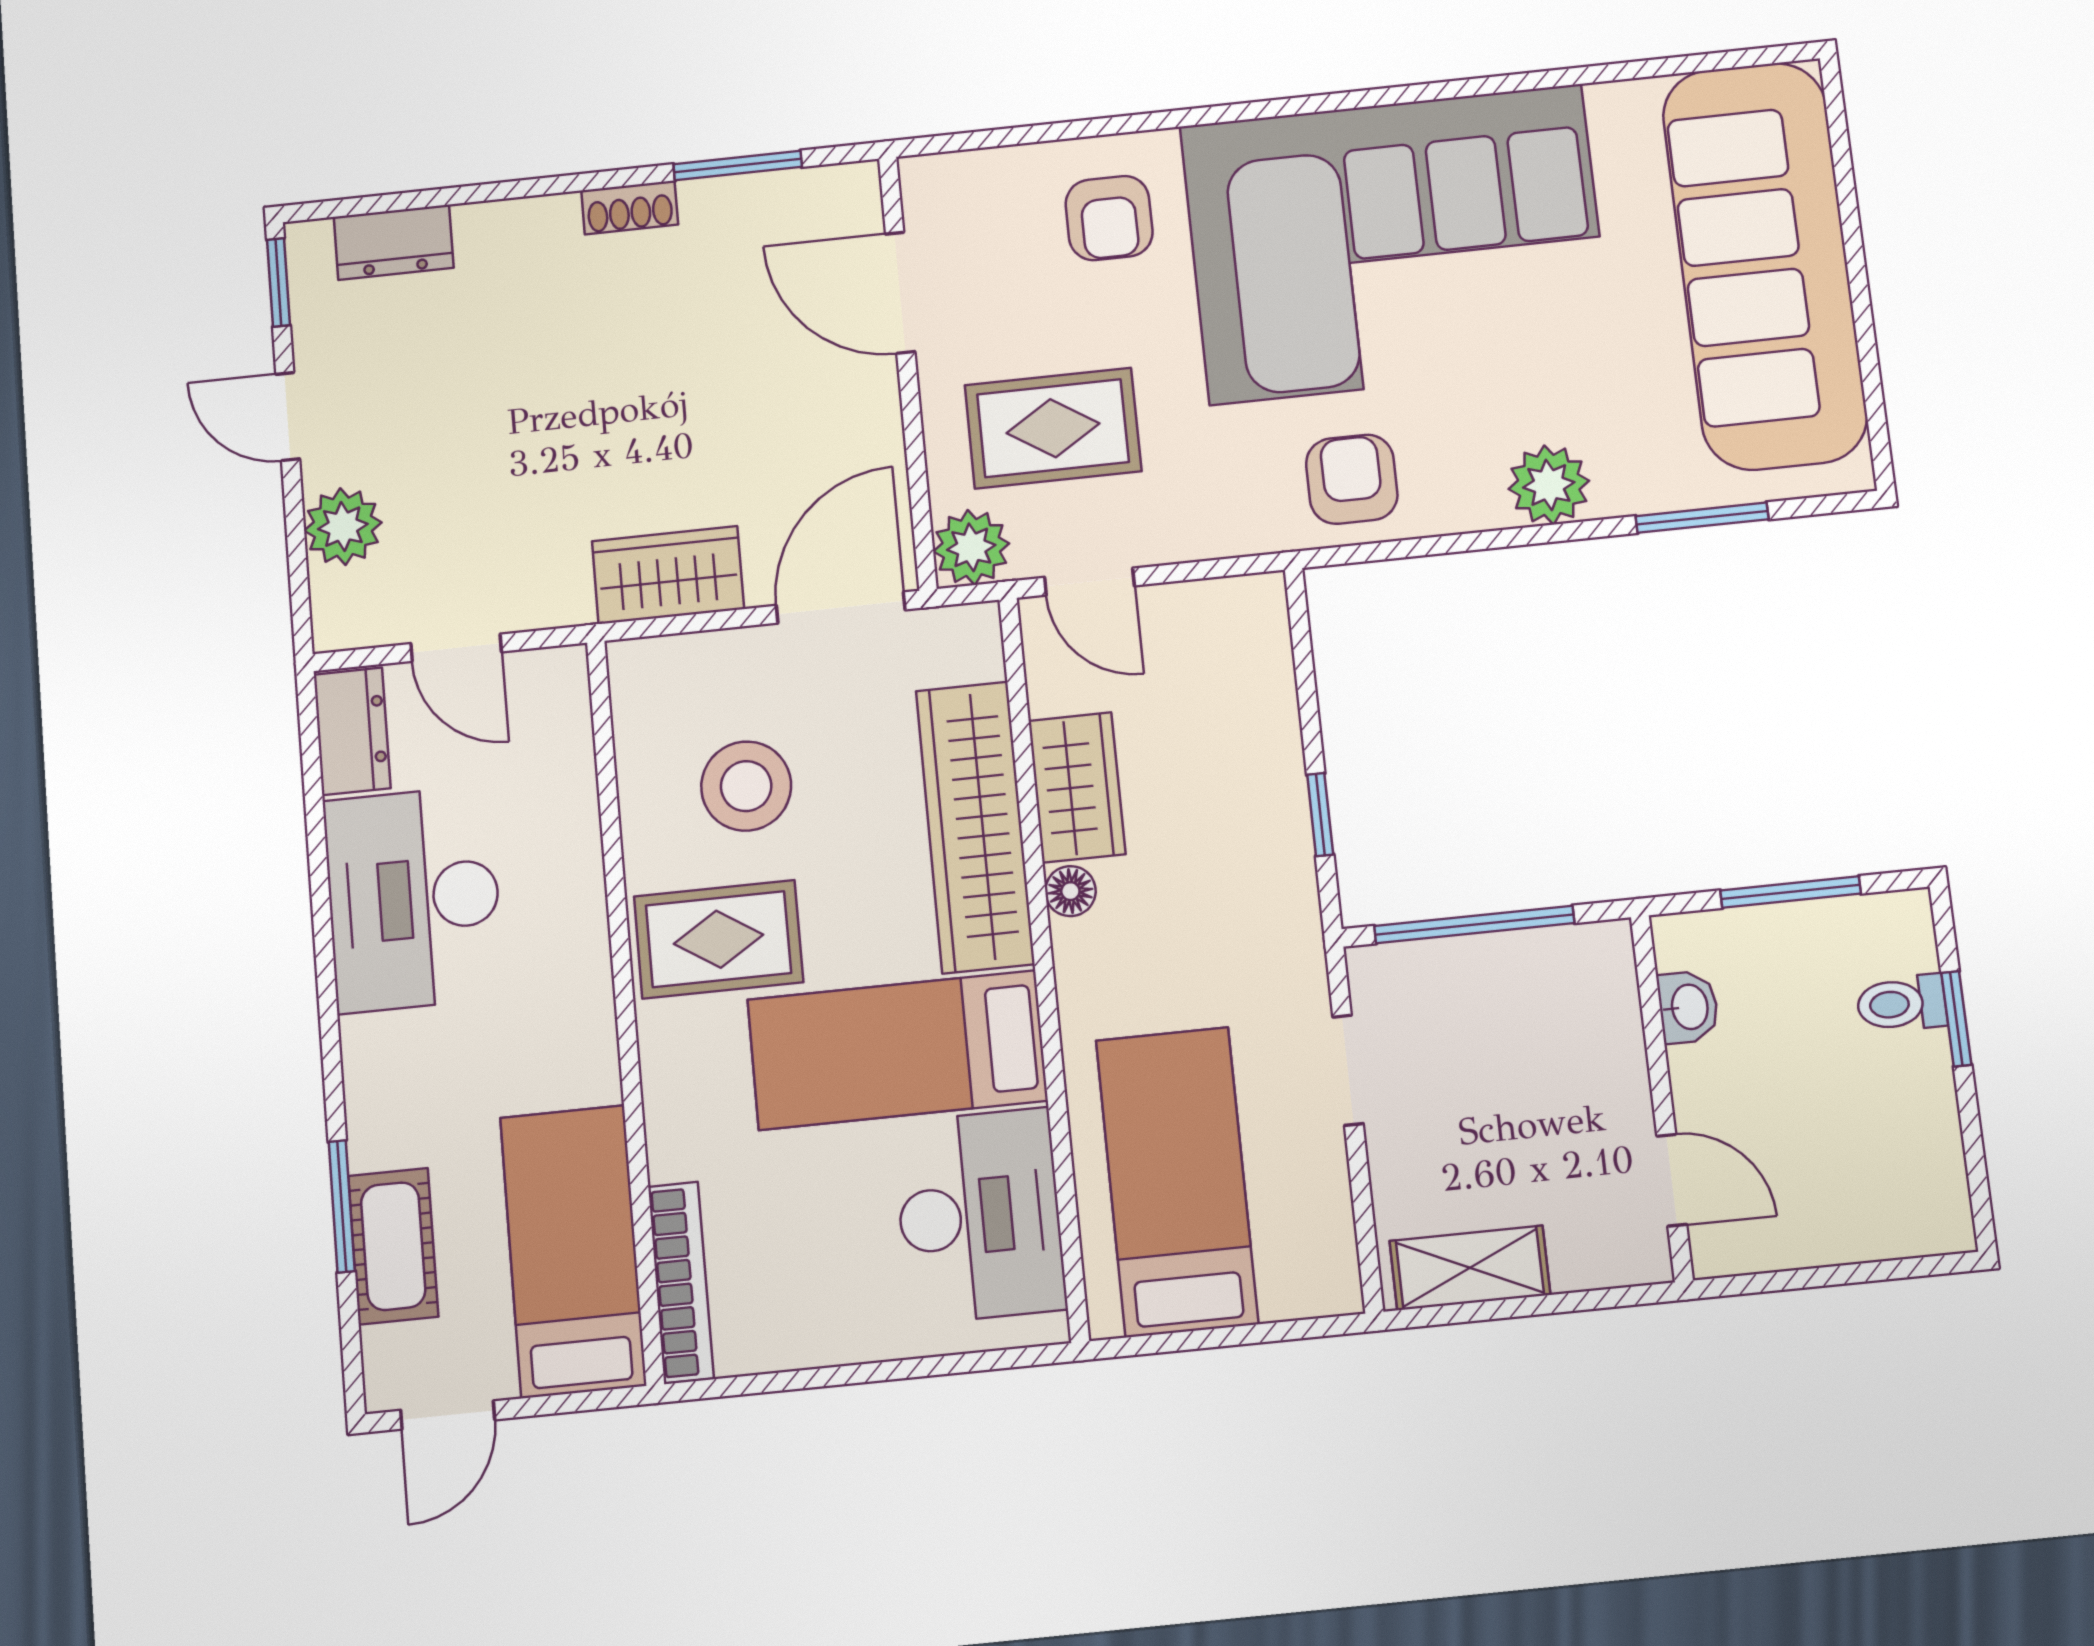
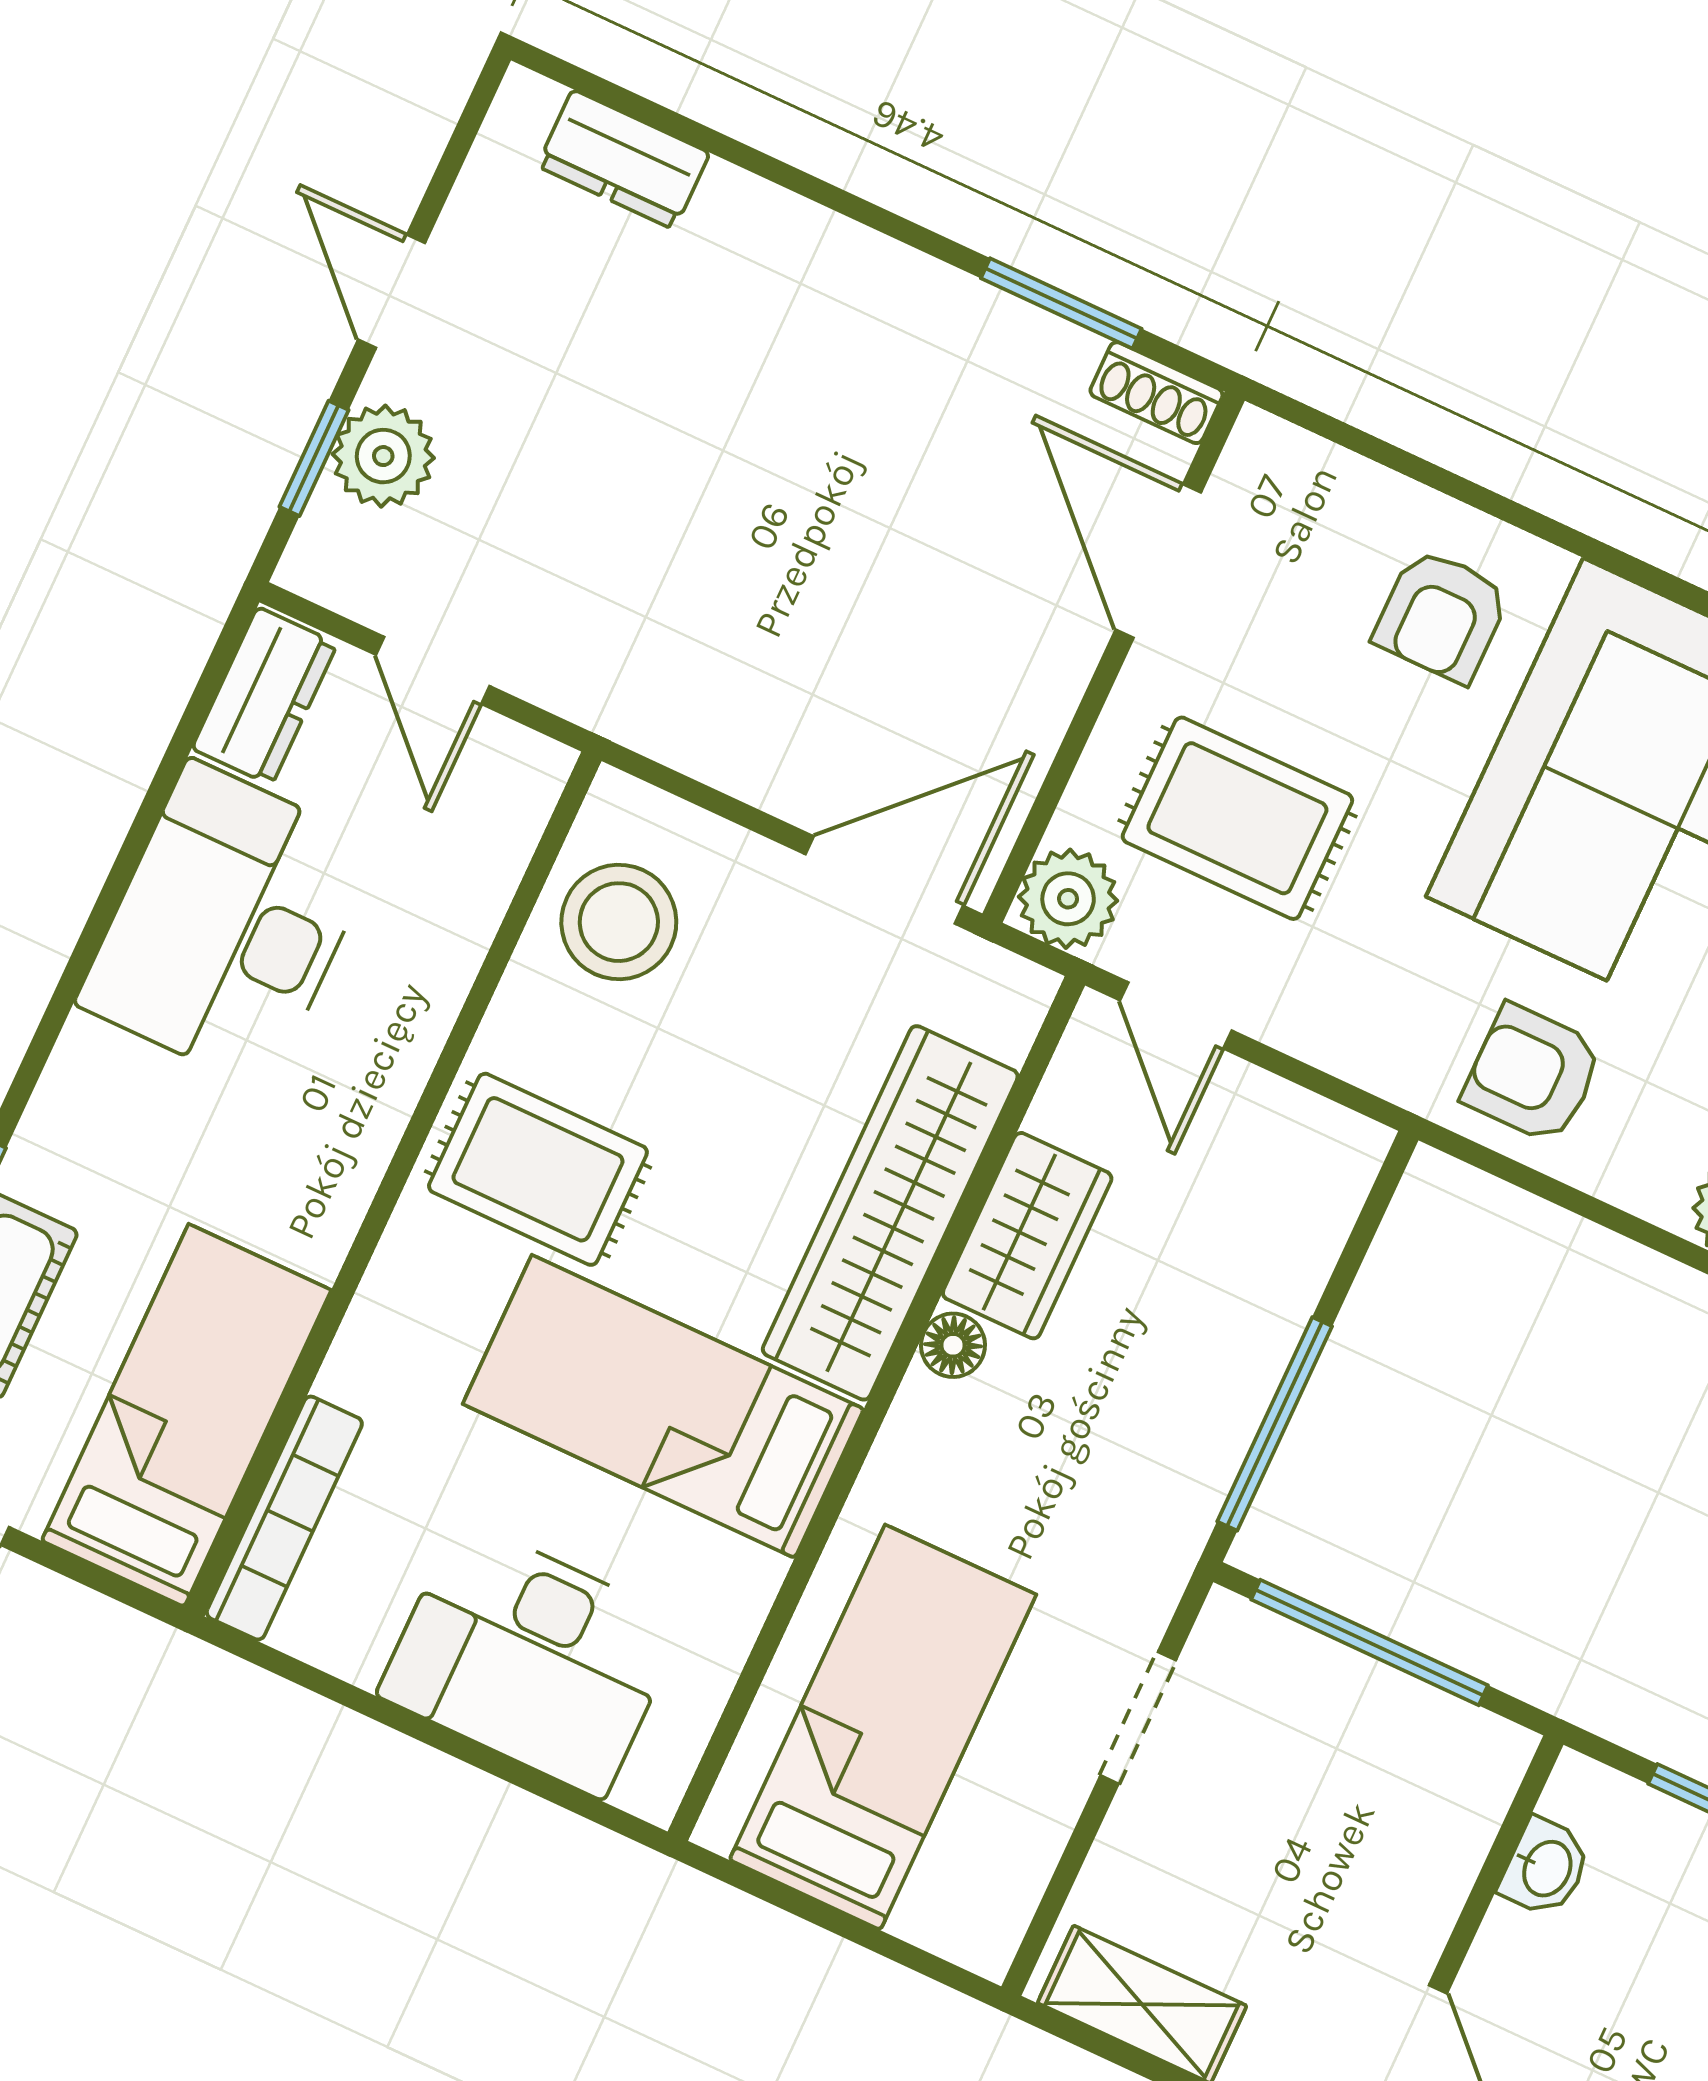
shoe rack: (630, 208) -> (1156, 393), moved
window: (278, 282) -> (314, 458), moved
armchair: (1352, 479) -> (1533, 1074), turned -90
wardrobe: (668, 575) -> (714, 729), removed
stool: (746, 786) -> (619, 922), moved
window: (1320, 815) -> (1275, 1424), width x2.17
desk: (980, 1216) -> (531, 1659), moved, turned 90

